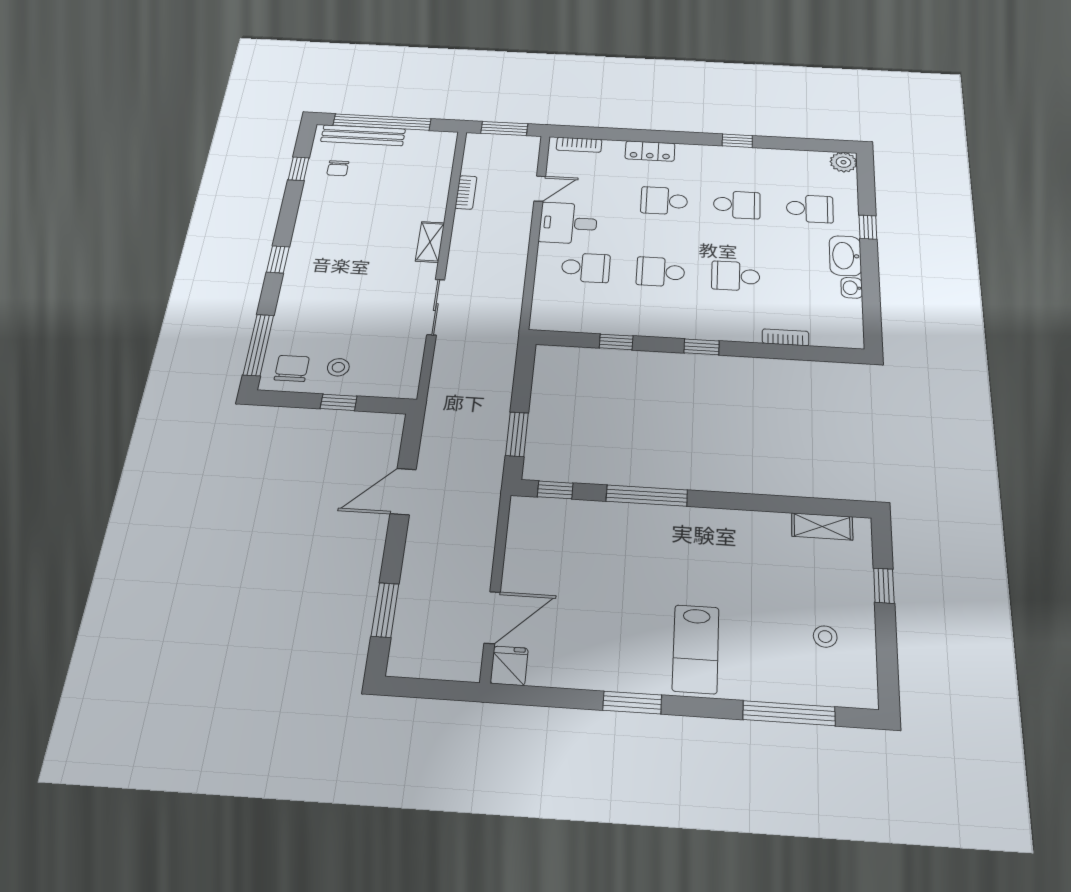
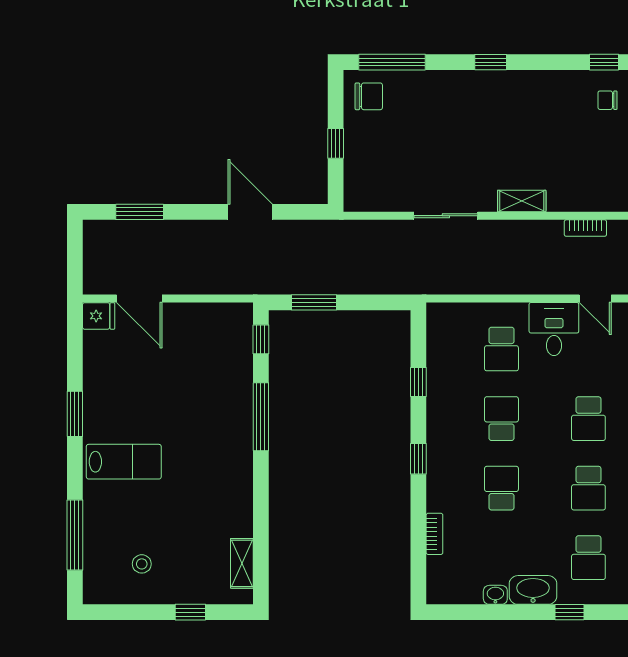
school desk: (664, 201) -> (588, 419), turned 180
stool: (338, 367) -> (373, 137), removed
lab bench: (696, 649) -> (124, 462), turned 180

